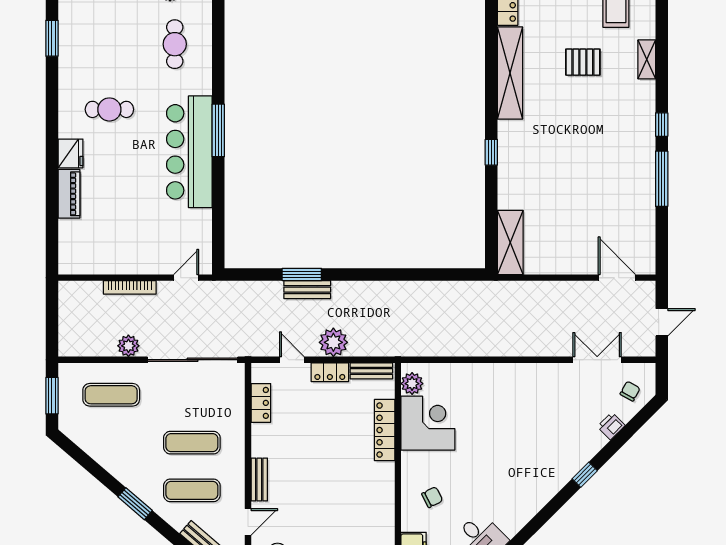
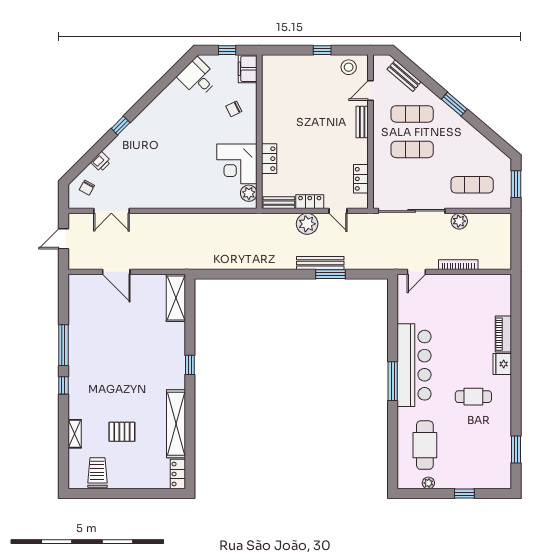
cafe table: (175, 44) -> (425, 445), width x1.37, depth x1.35
door: (617, 278) -> (116, 272), moved
bench: (307, 290) -> (320, 263), width x1.36
locker: (385, 430) -> (269, 159), width x0.66

